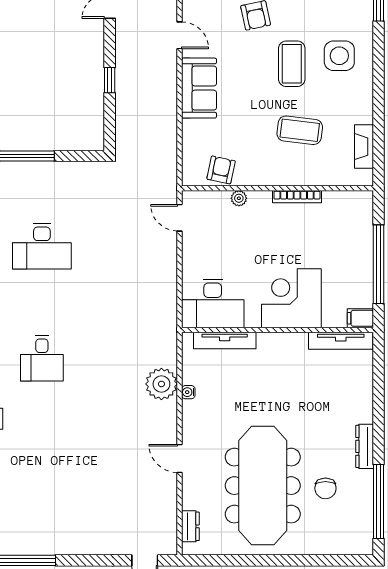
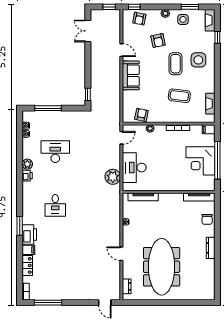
window: (110, 80) -> (88, 94), moved
door: (179, 218) -> (121, 138), swing flipped
desk: (42, 246) -> (55, 152), turned 180
corner desk: (291, 298) -> (200, 161), moved, turned -90
desk: (213, 303) -> (134, 168), moved, turned 90
filing cabinet: (360, 318) -> (209, 129), moved
plant: (161, 384) -> (113, 177), moved
chair: (325, 488) -> (207, 219), moved
window: (379, 502) -> (217, 274), removed

